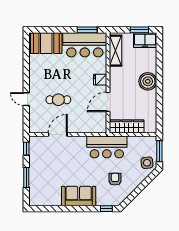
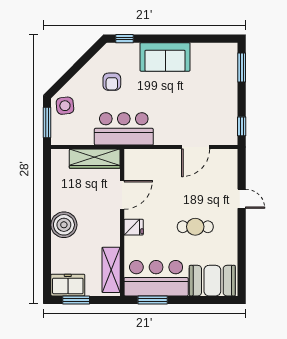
cafe table: (58, 100) -> (195, 227), moved
window: (26, 177) -> (242, 67), moved

